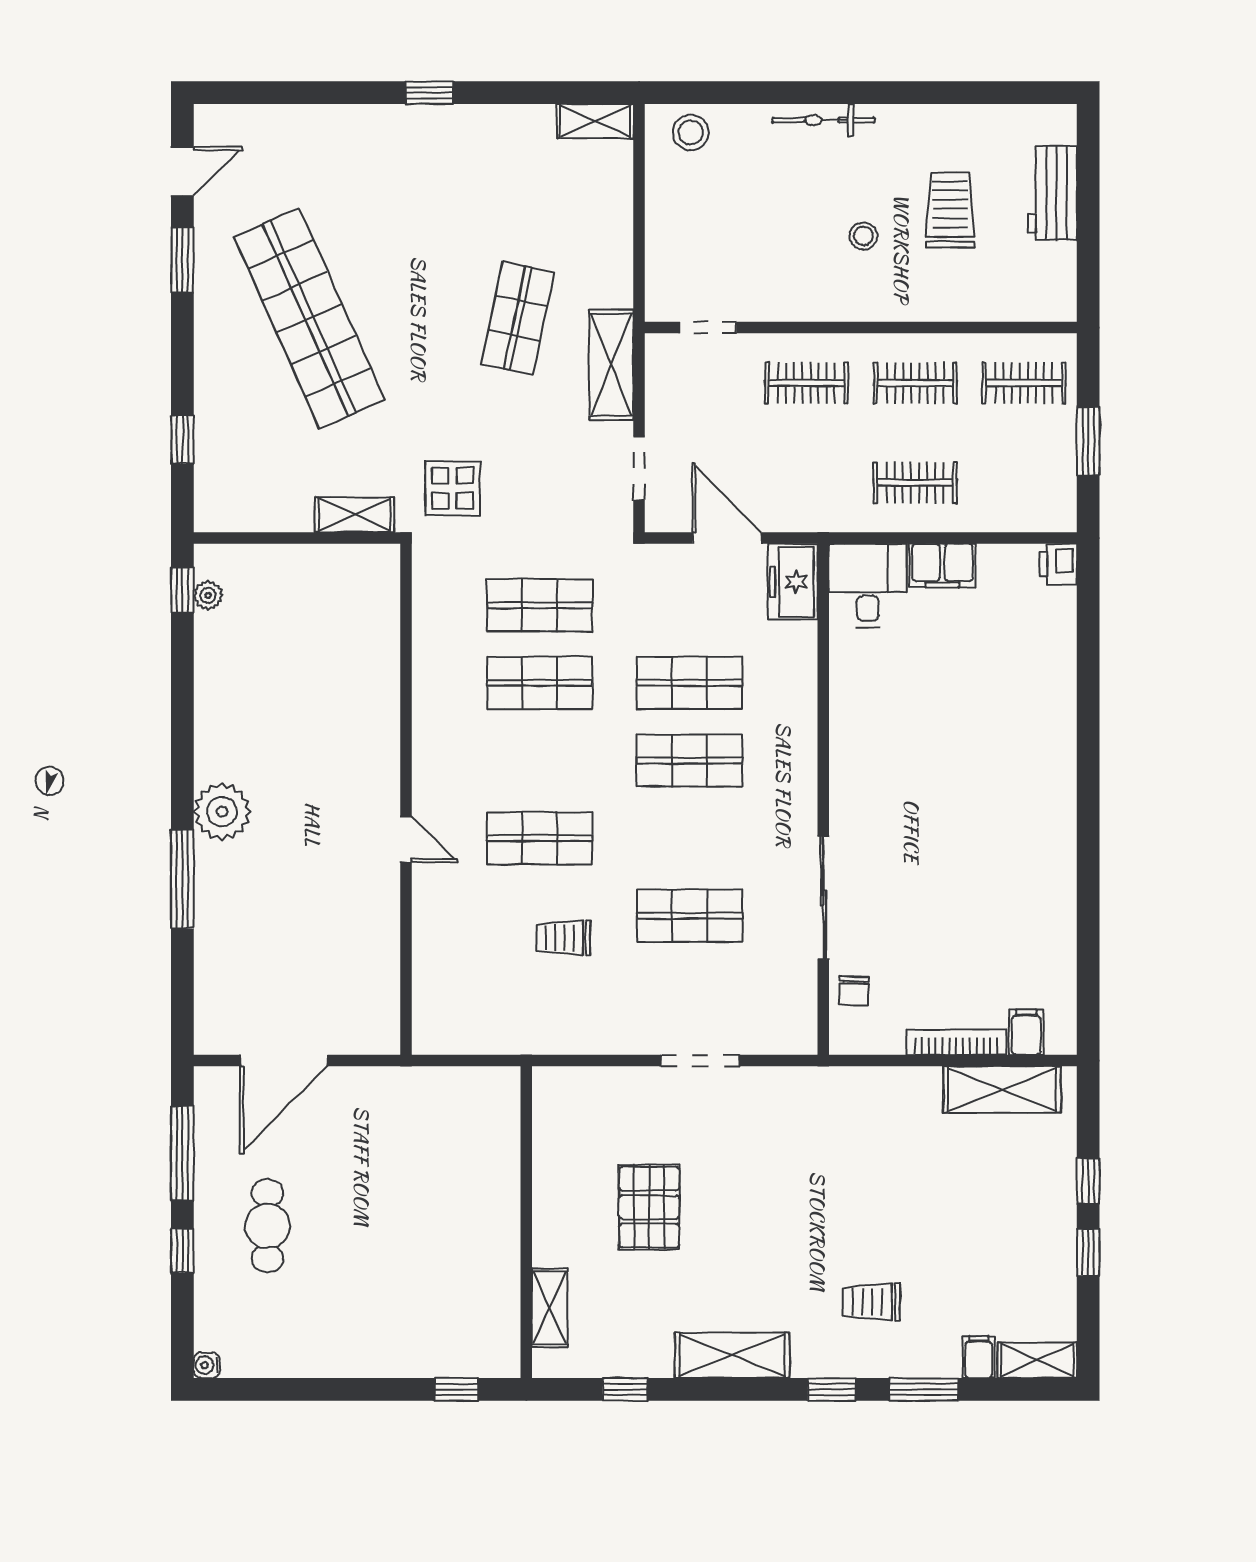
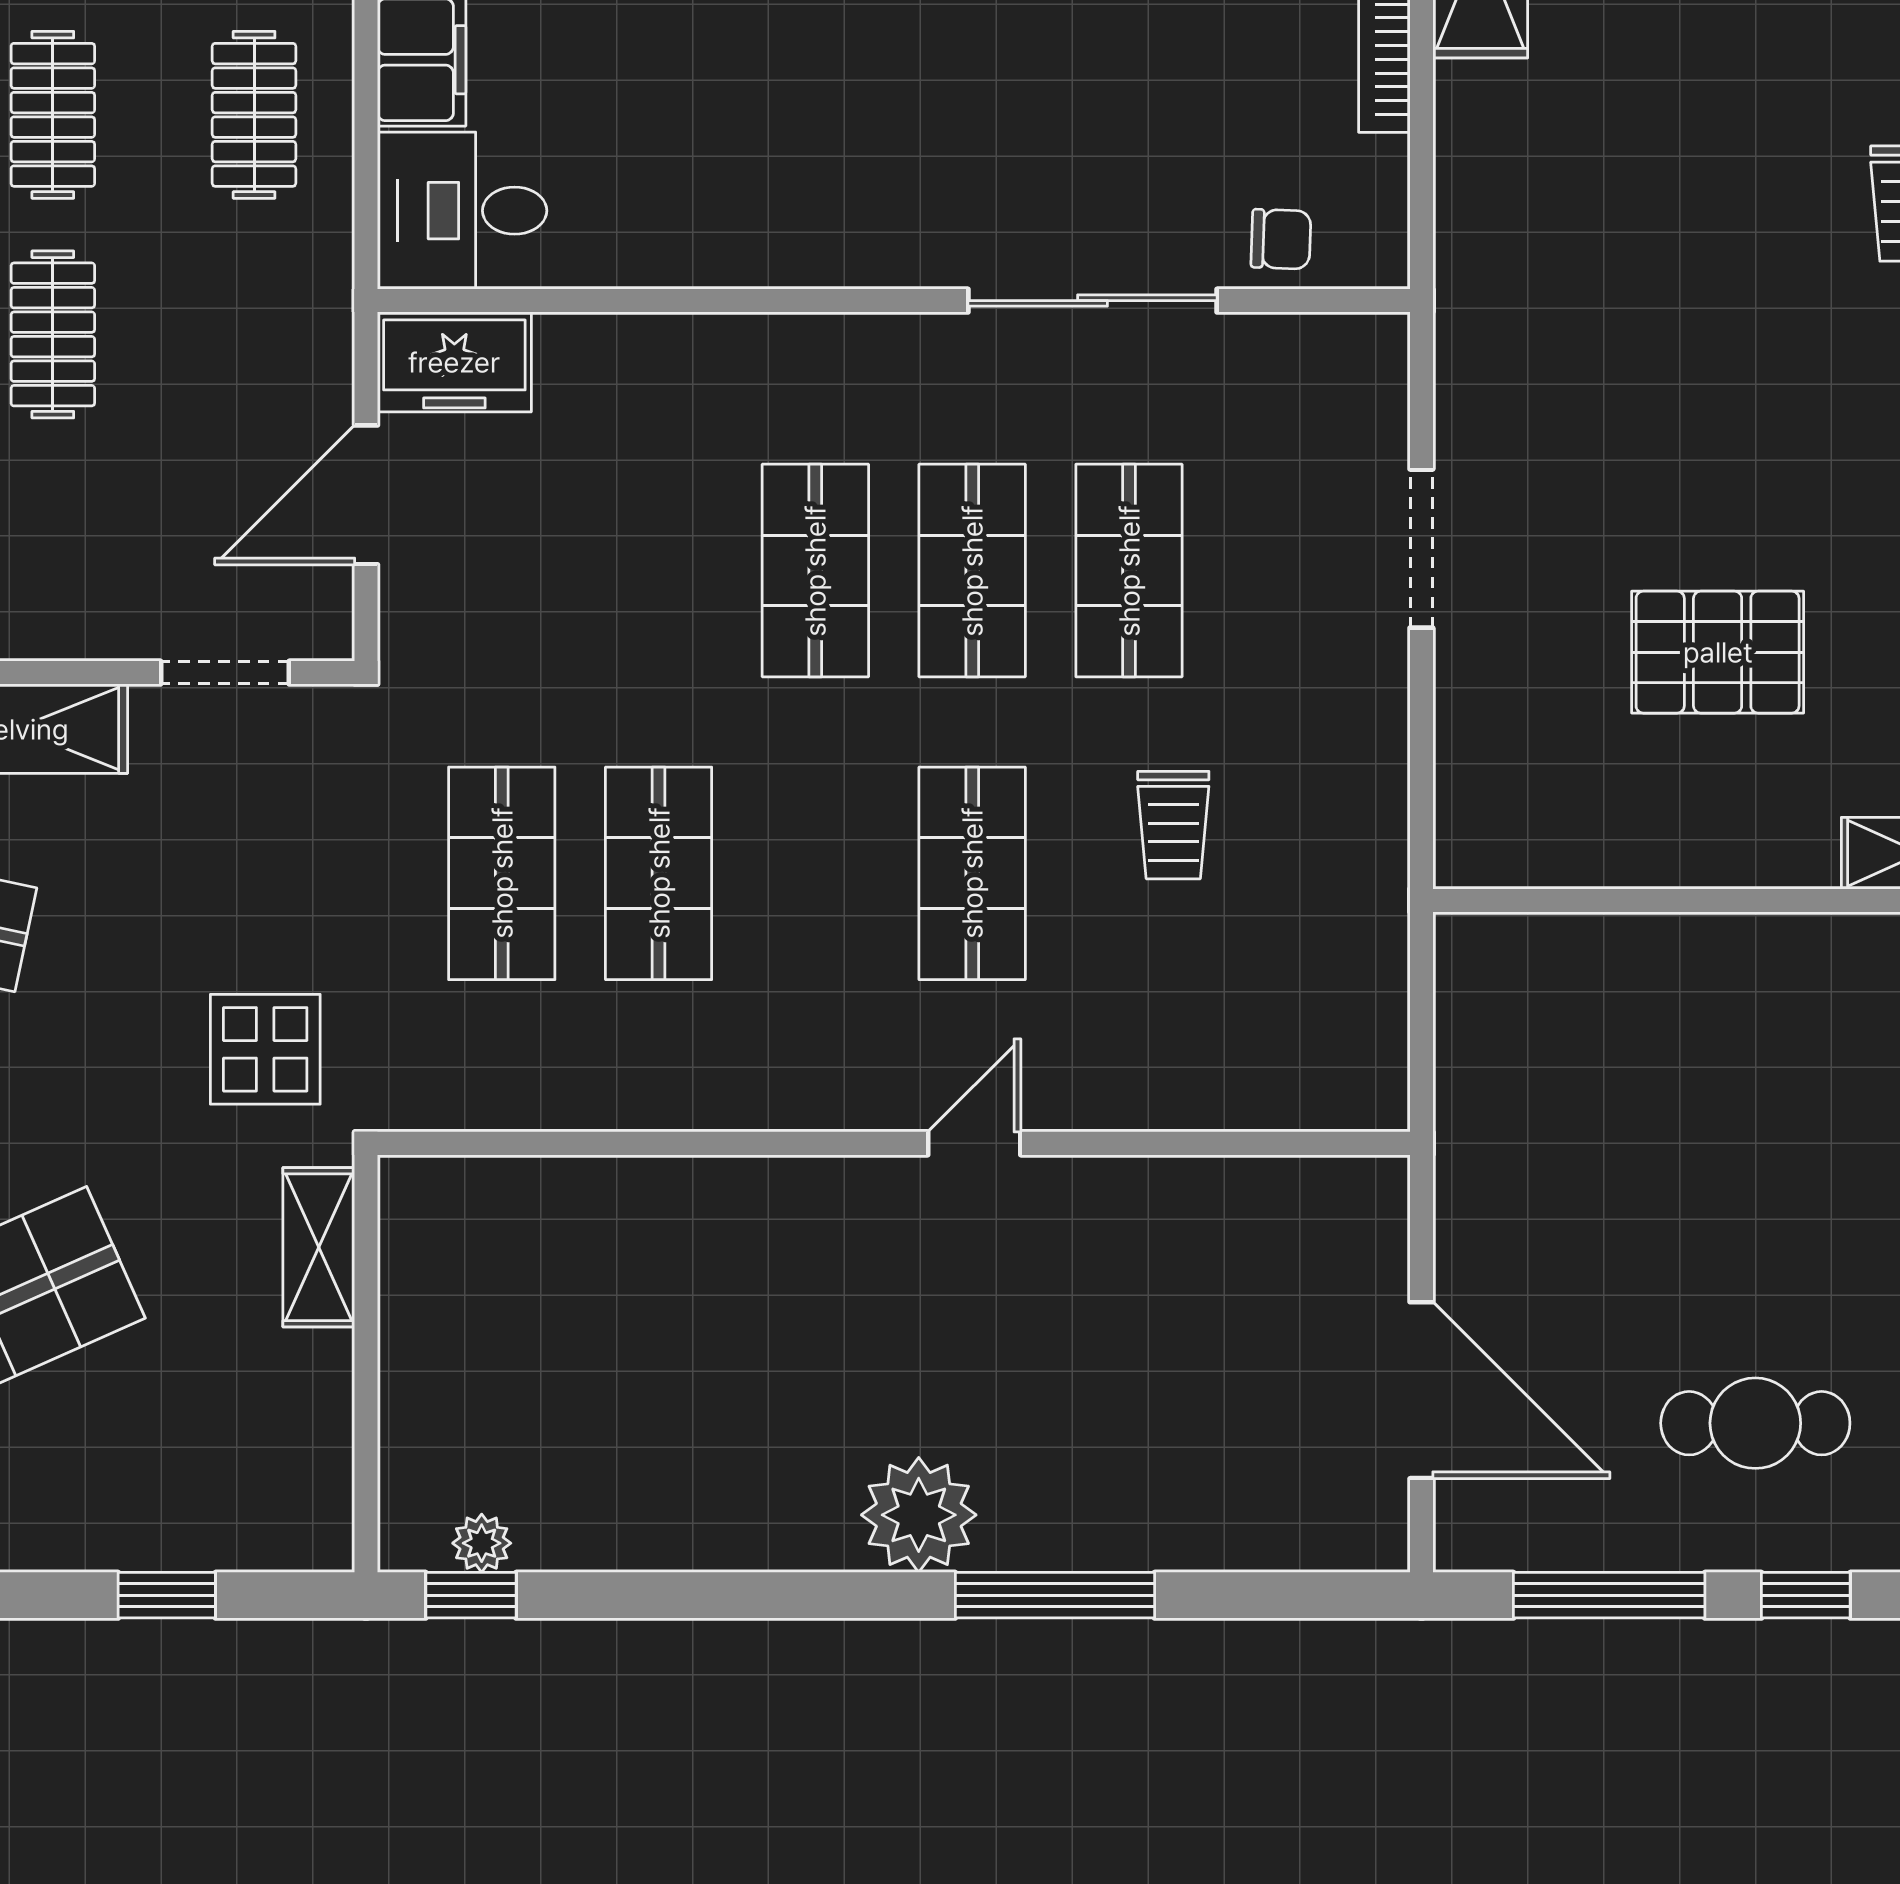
shop shelf: (690, 683) -> (972, 571), moved

